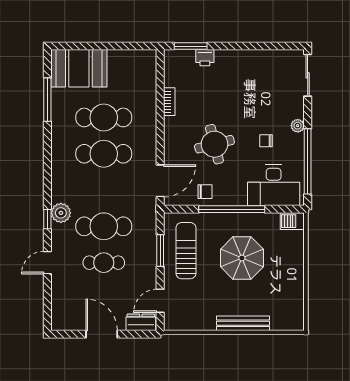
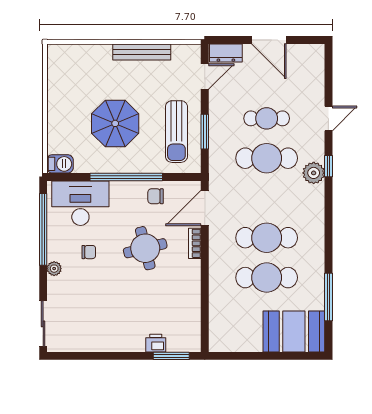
bookcase: (169, 102) -> (195, 243), moved
bench: (243, 323) -> (142, 52), moved

